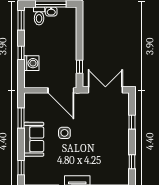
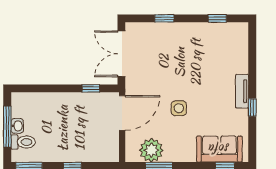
washing machine: (31, 63) -> (86, 152), removed
plant: (33, 112) -> (151, 150), added
sofa: (34, 139) -> (219, 149), moved

